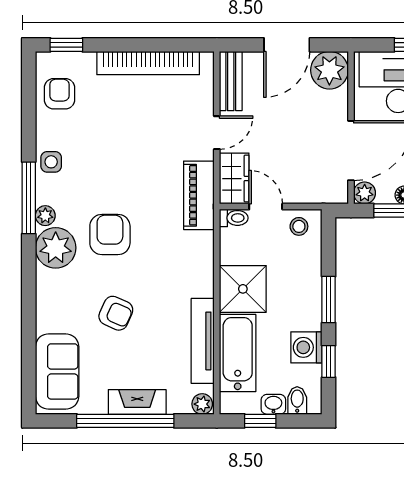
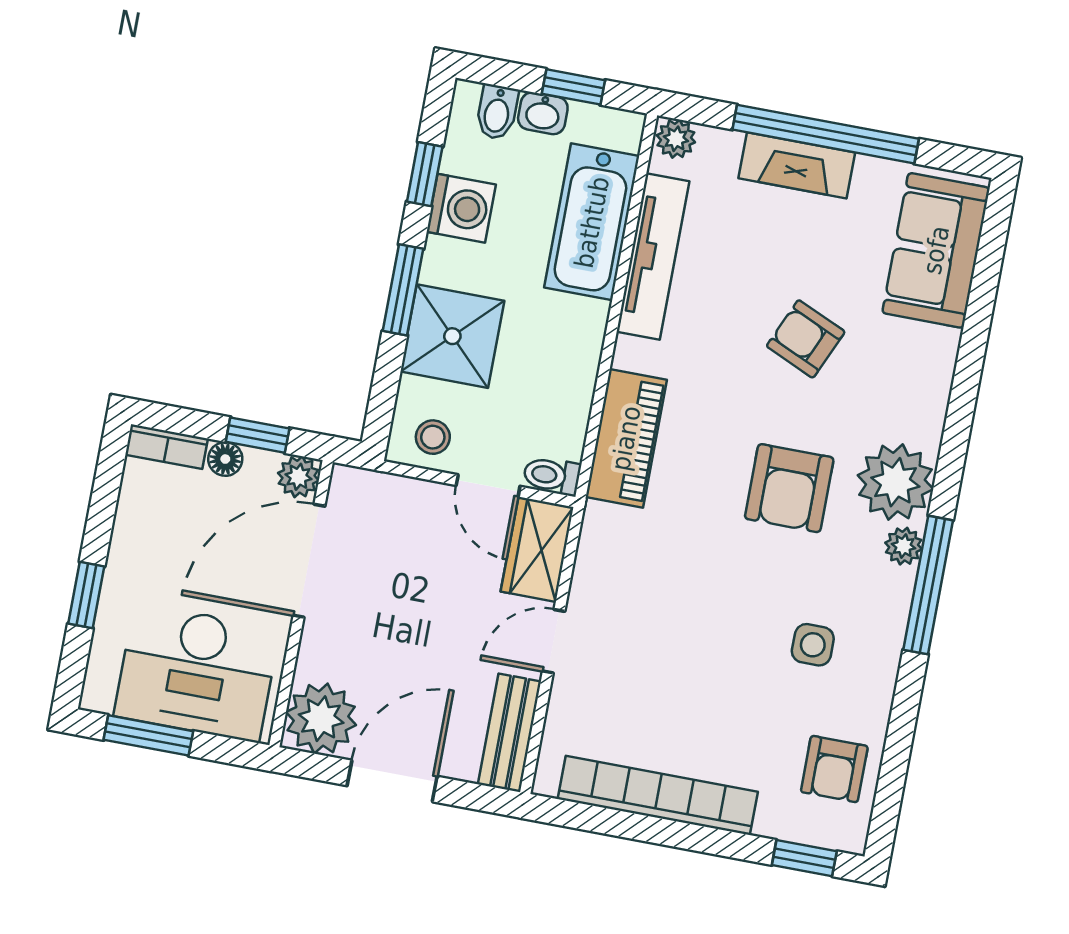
side table: (51, 162) -> (813, 645), moved
piano: (199, 195) -> (626, 438), moved
shower: (243, 289) -> (452, 336), moved

